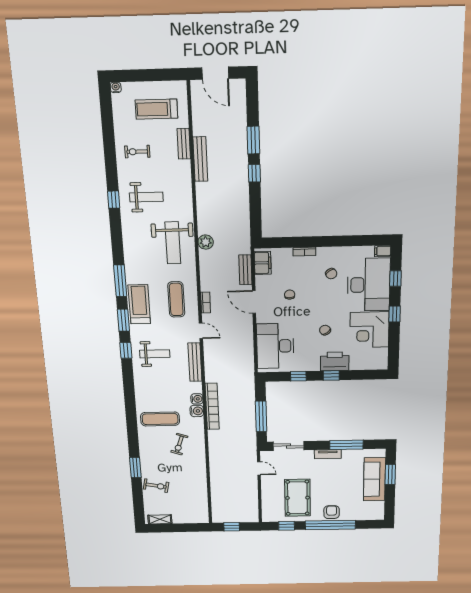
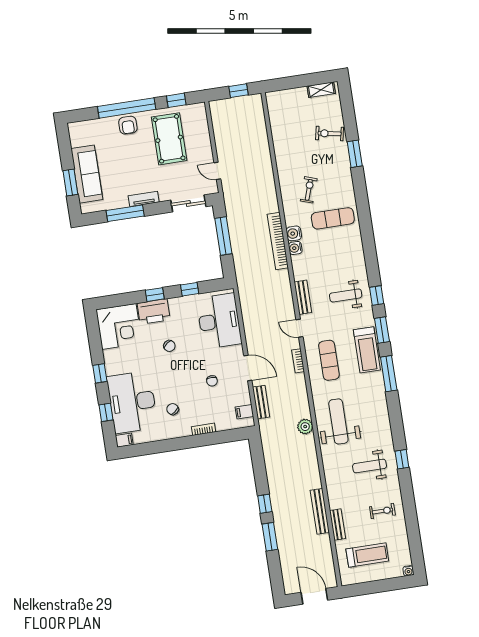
filing cabinet: (263, 263) -> (244, 412), width x0.50
corner desk: (369, 330) -> (119, 326), moved, turned 90
bench: (195, 362) -> (303, 297), width x0.73

